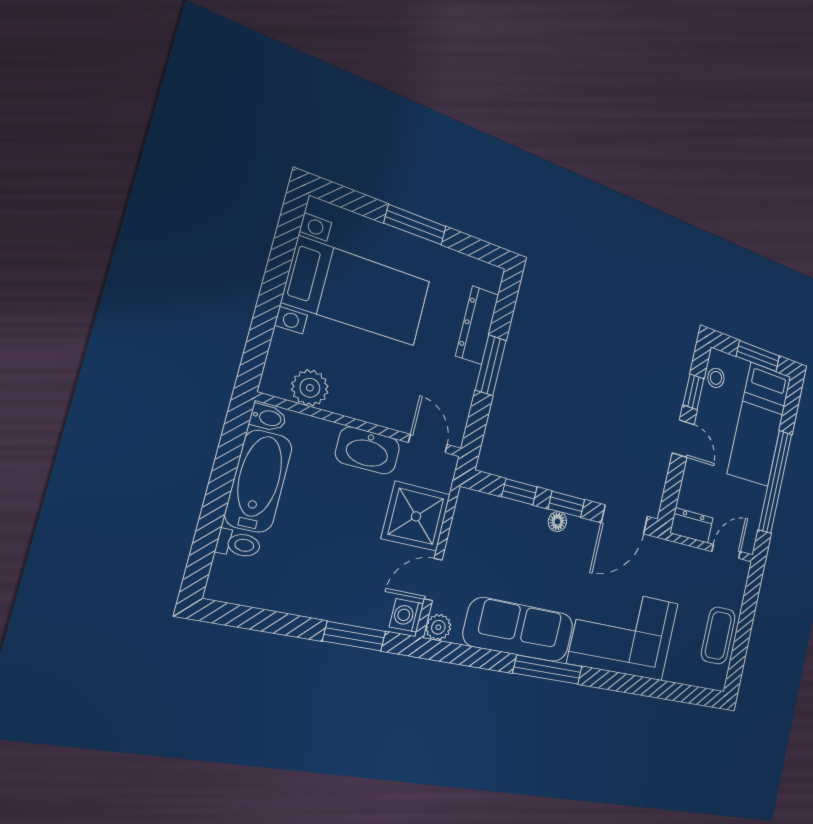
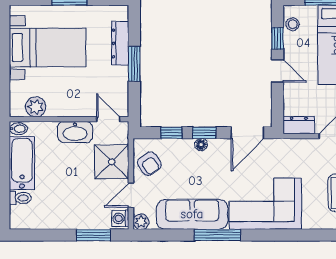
armchair: (475, 534) -> (149, 164), added

